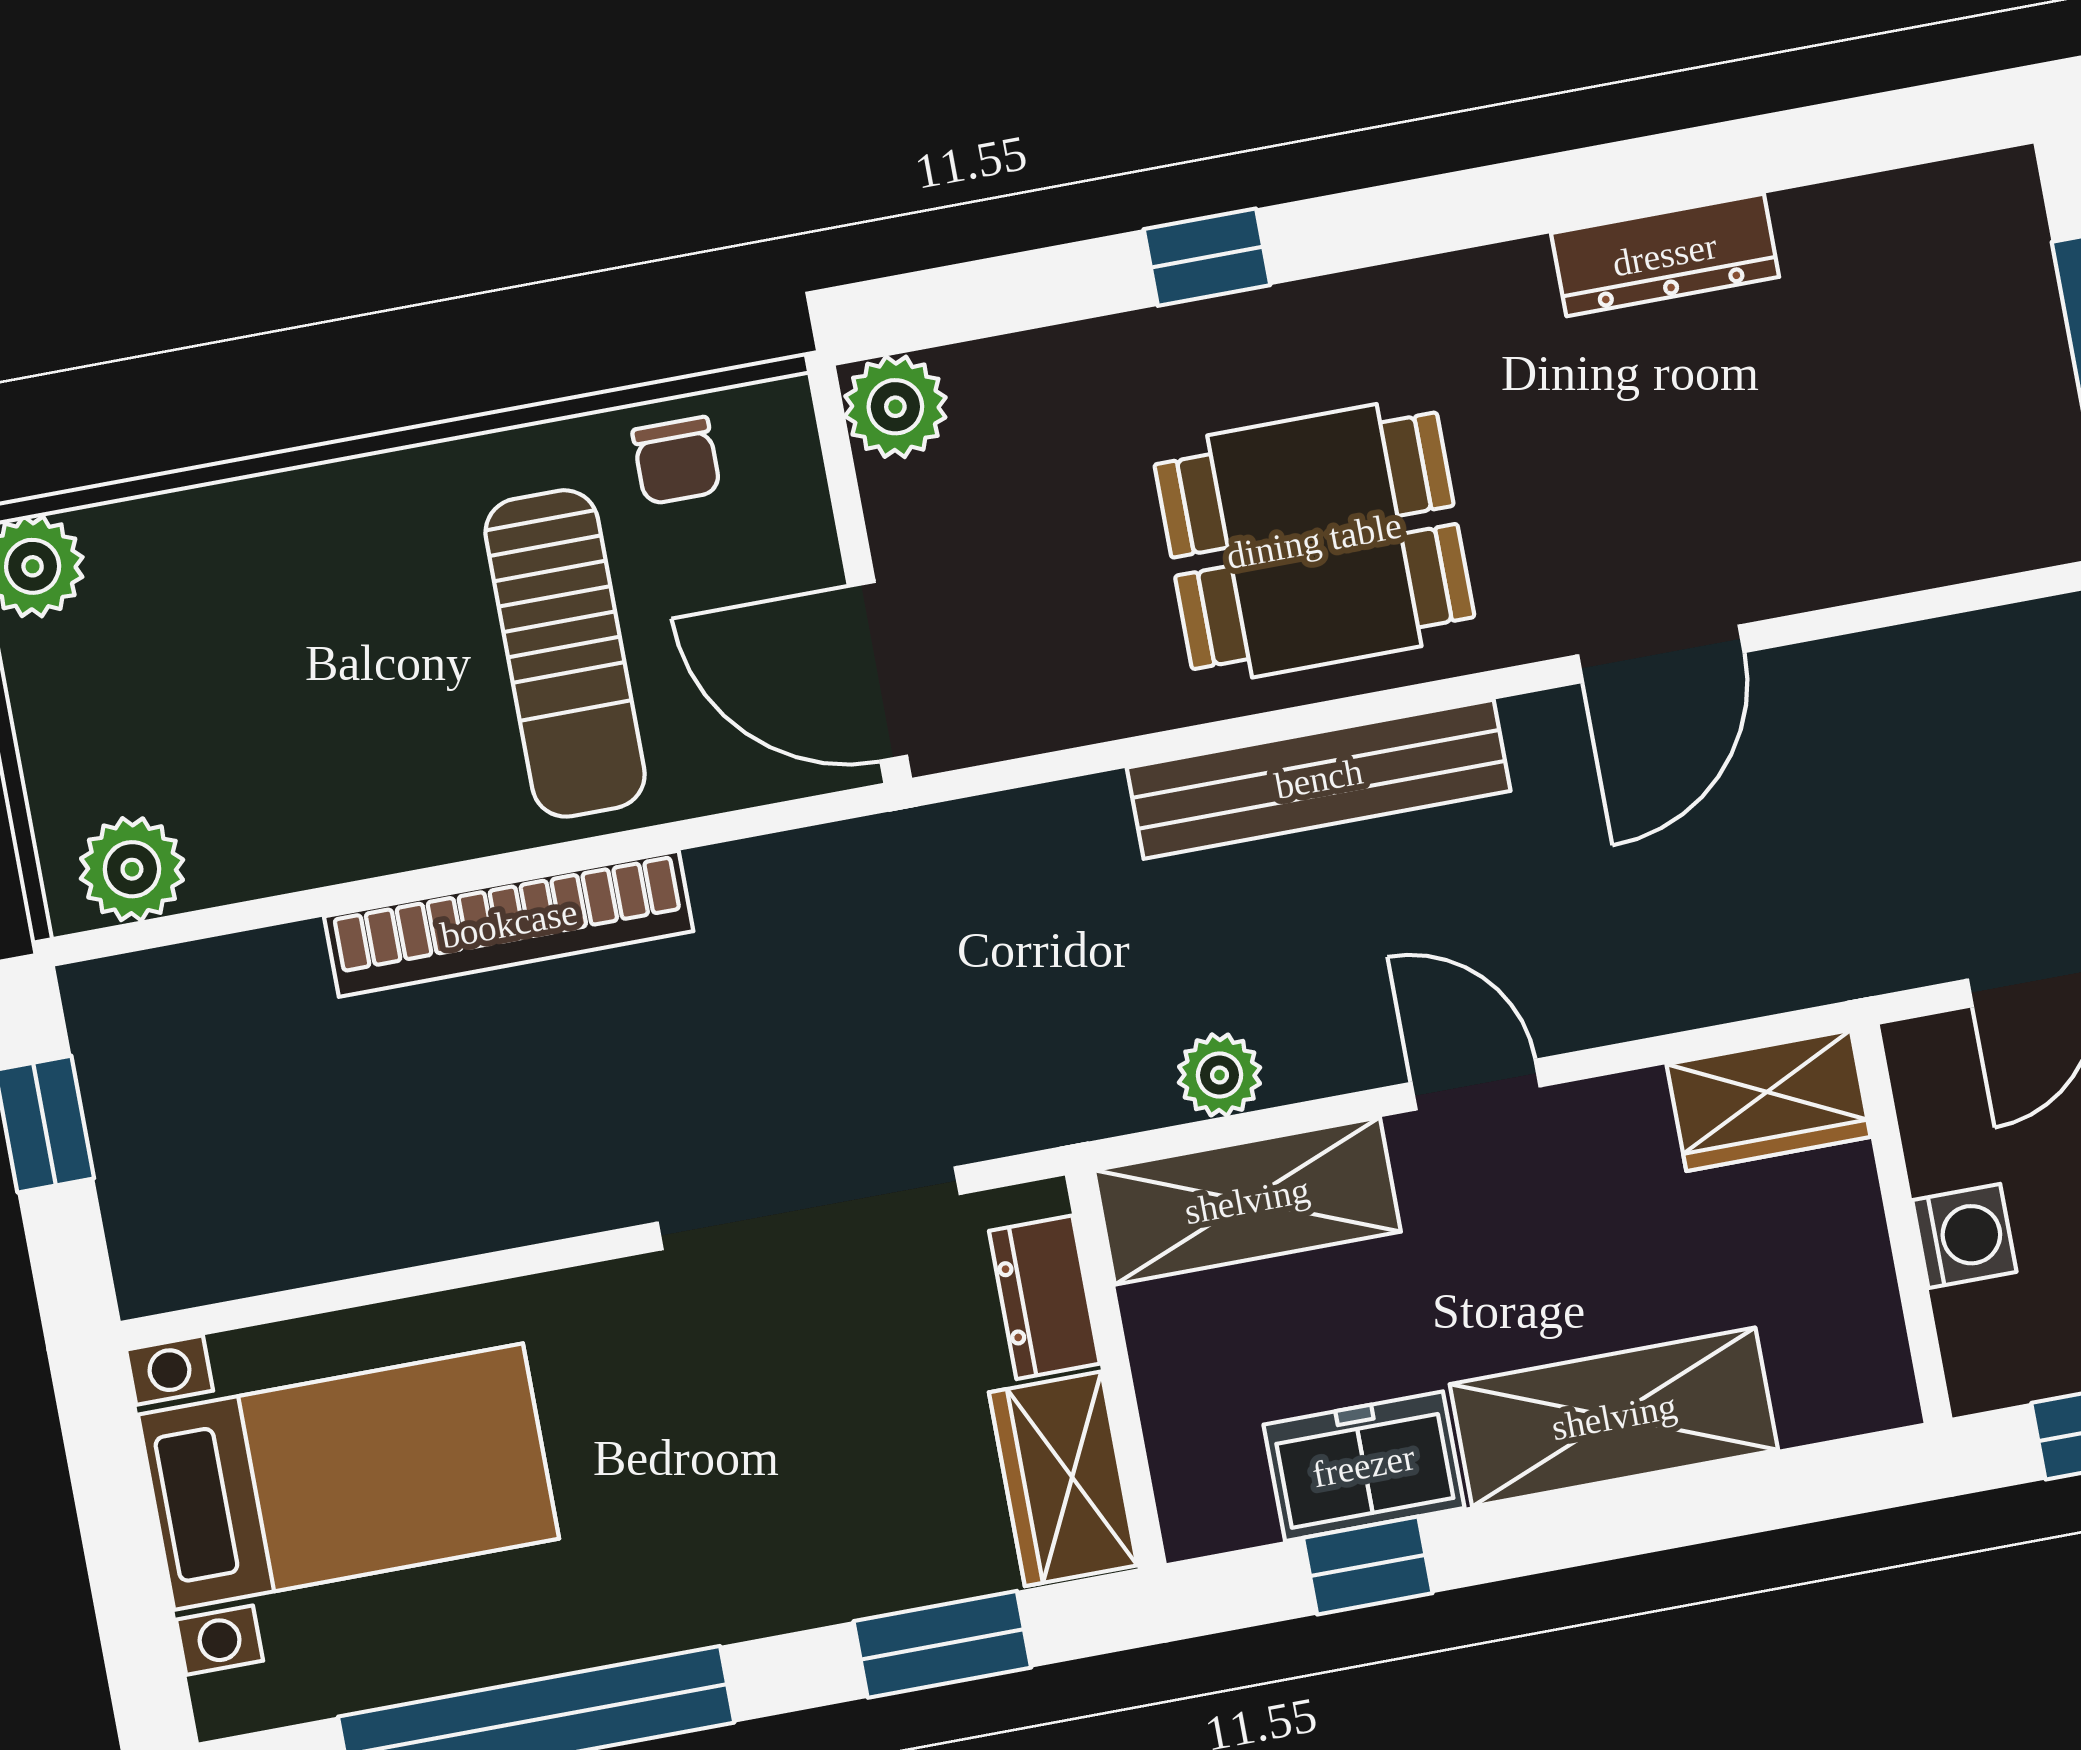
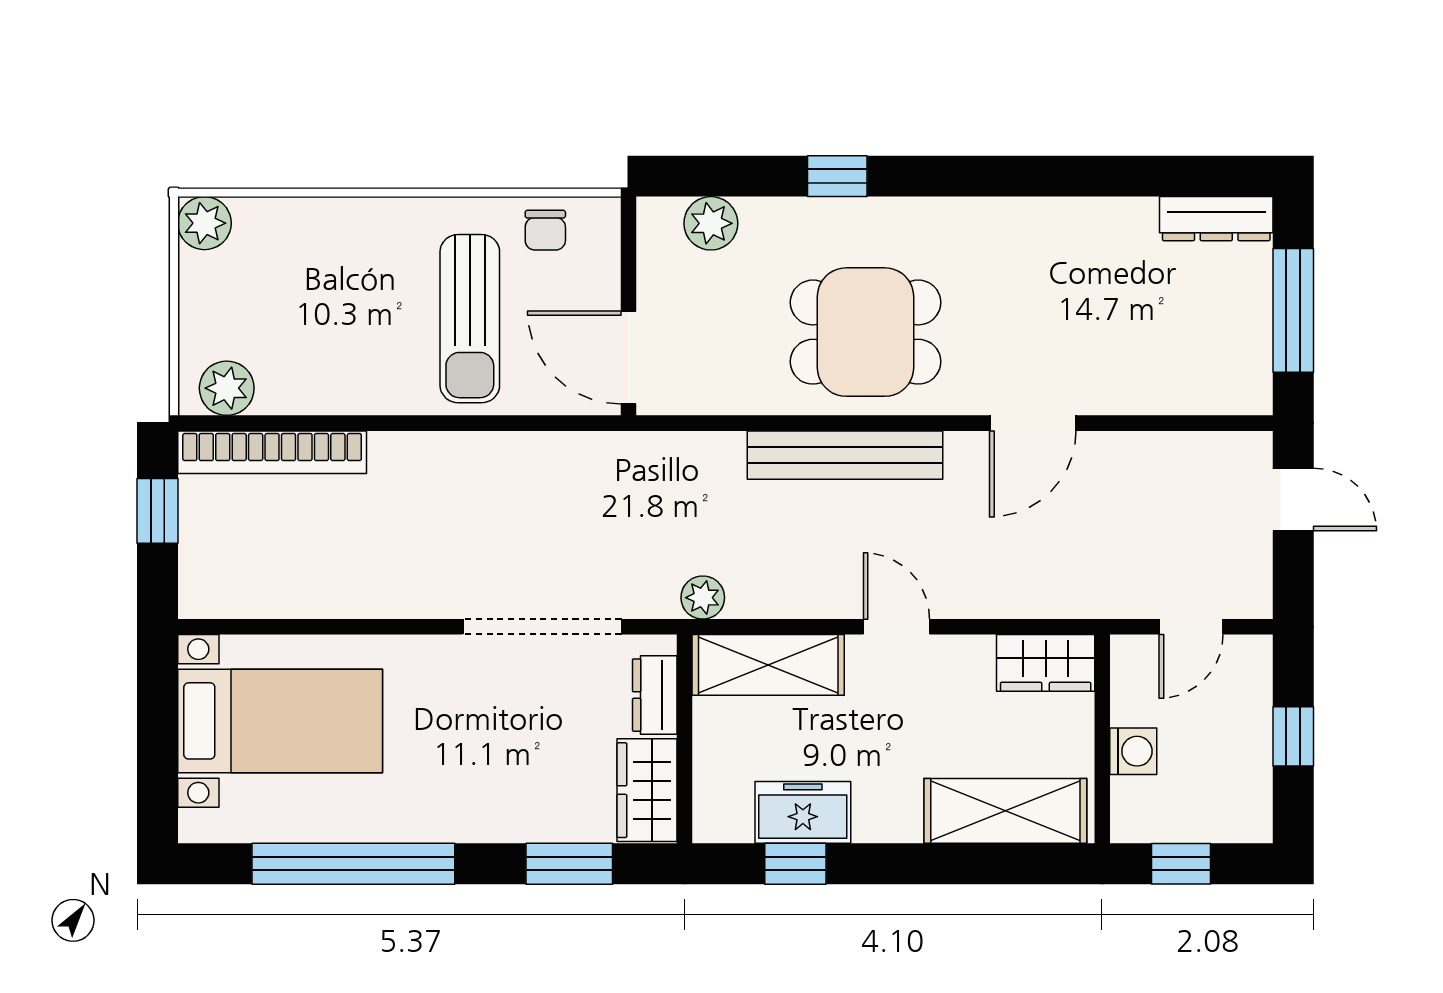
dresser: (1665, 255) -> (1216, 219), moved
plant: (895, 407) -> (711, 223), moved
bookcase: (509, 924) -> (272, 452), moved
plant: (1220, 1075) -> (703, 598), moved
shelving: (1614, 1417) -> (1005, 811), moved

